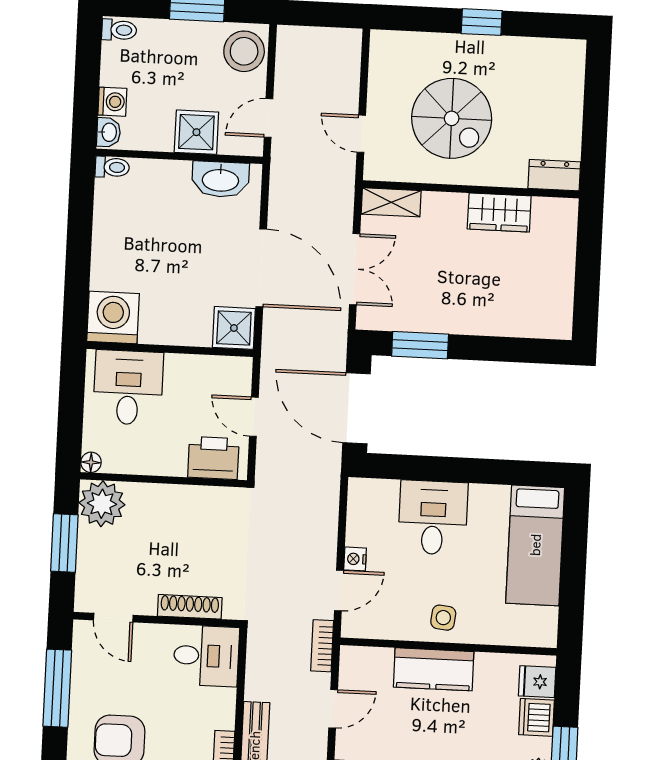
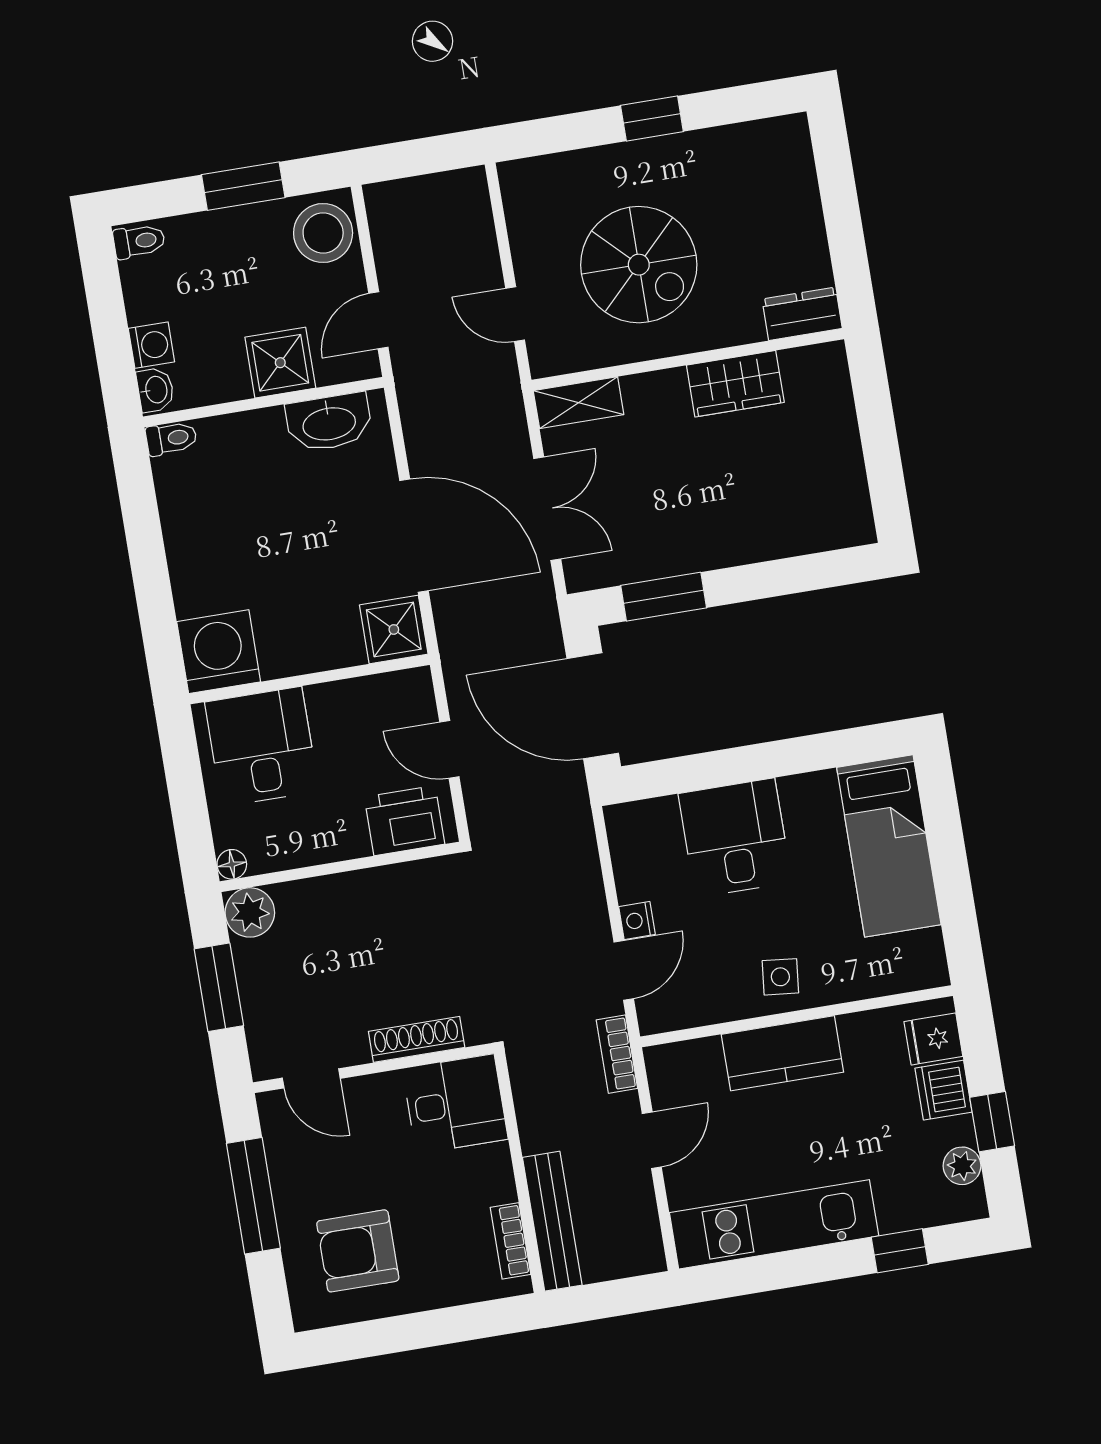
plant: (102, 504) -> (250, 912), width x0.73, depth x0.73

